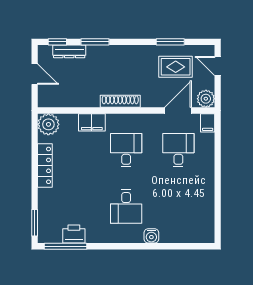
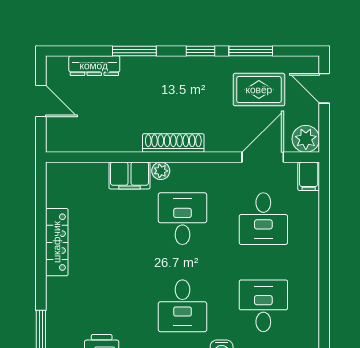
window: (57, 42) -> (200, 51), moved
plant: (48, 124) -> (161, 171), moved, width x0.53, depth x0.53
desk: (178, 150) -> (263, 219), turned 180
desk: (178, 207) -> (263, 306), added

